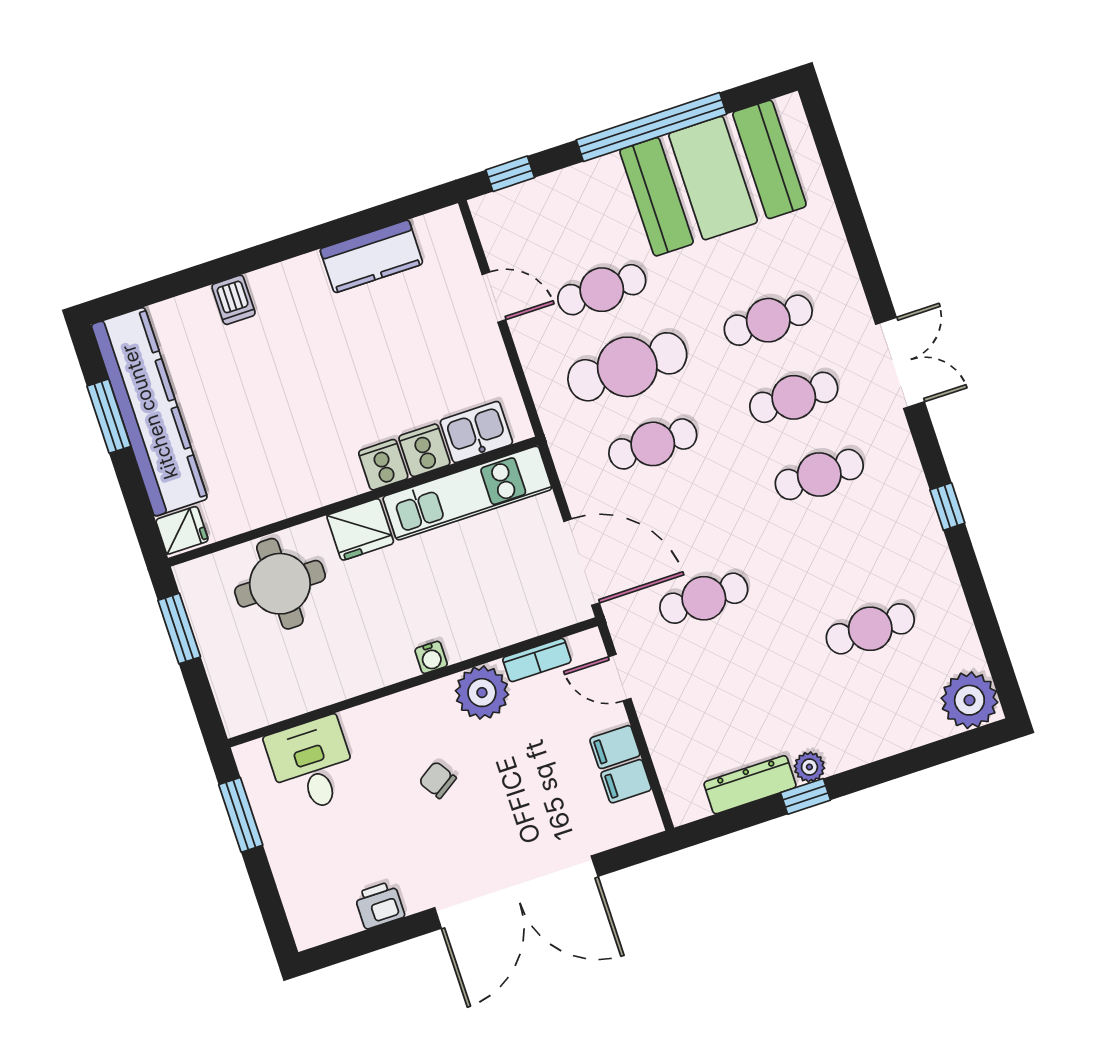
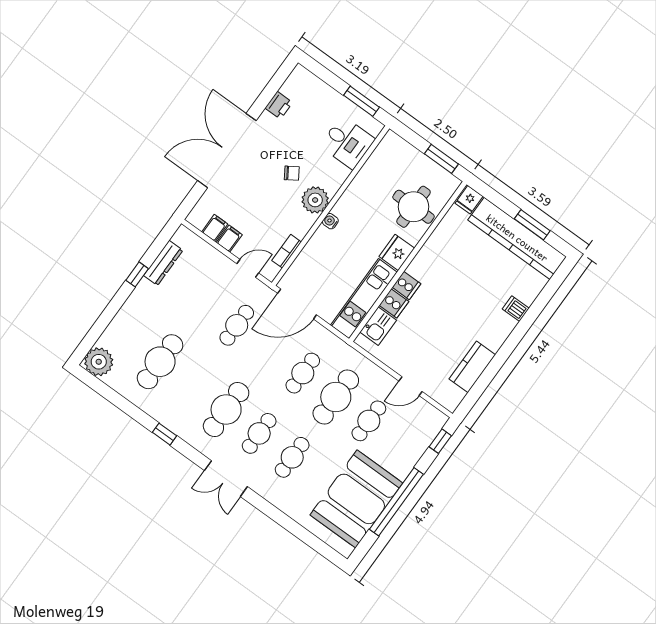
cafe table: (819, 474) -> (226, 410), width x1.37, depth x1.35
cafe table: (870, 629) -> (160, 362), width x1.37, depth x1.35
plant: (482, 693) -> (315, 200), moved
plant: (809, 767) -> (144, 288), removed

